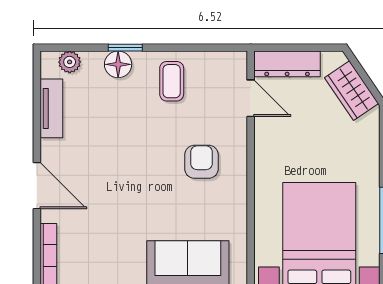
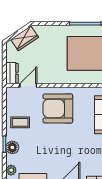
dresser: (287, 64) -> (12, 73), width x0.70
armchair: (202, 162) -> (58, 108), width x1.88, depth x1.88

